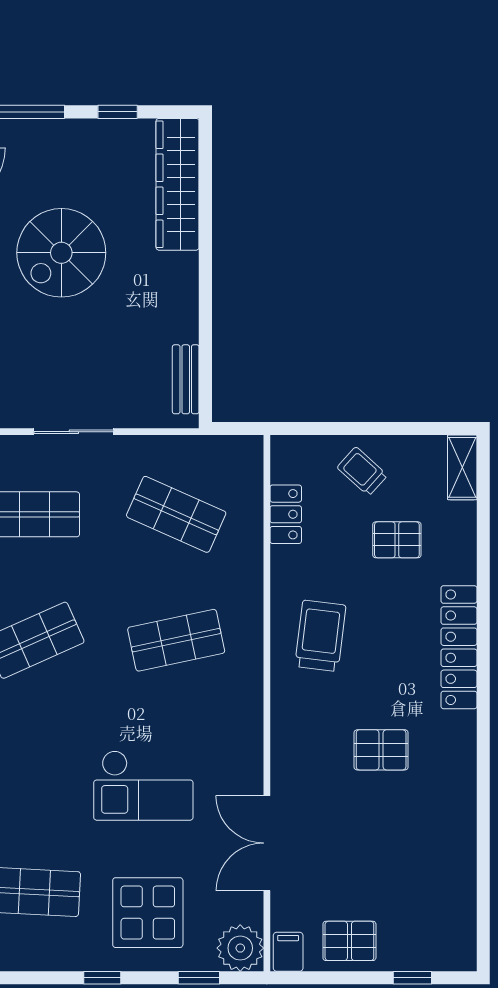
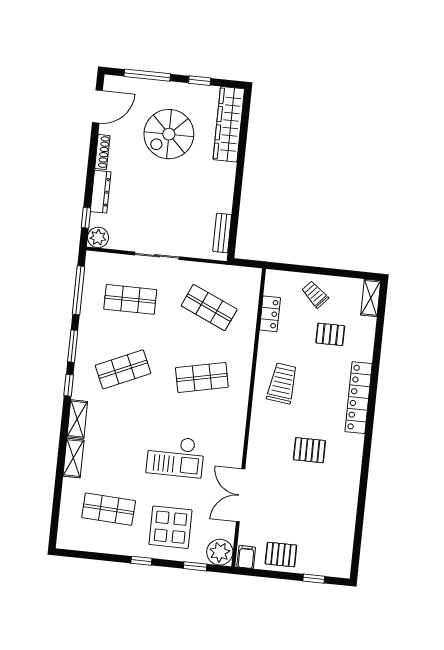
spiral stairs: (61, 253) -> (169, 134), moved

